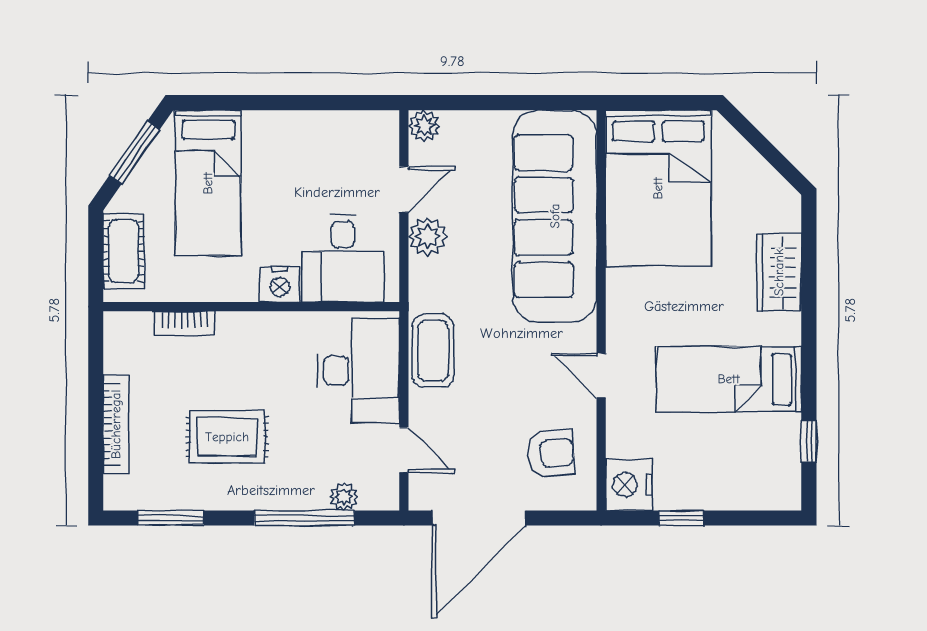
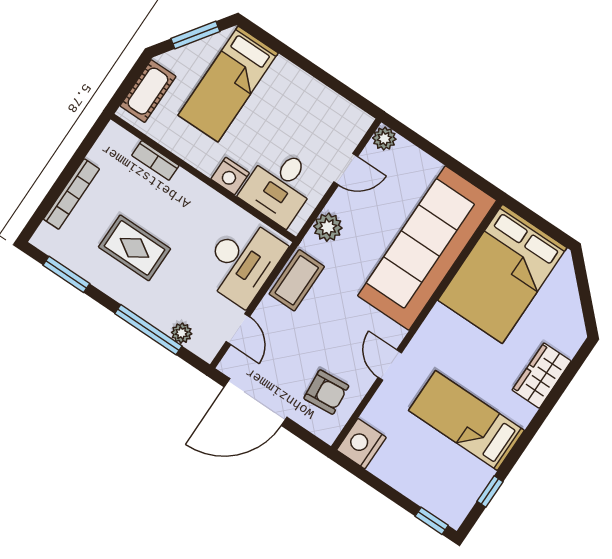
plant: (428, 237) -> (328, 227), moved
window: (681, 518) -> (432, 521), moved

